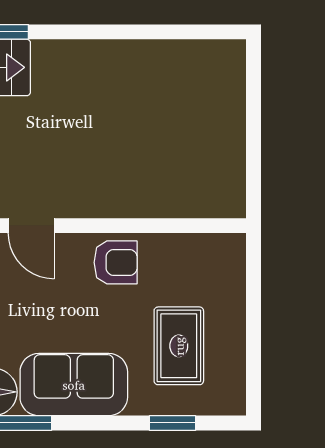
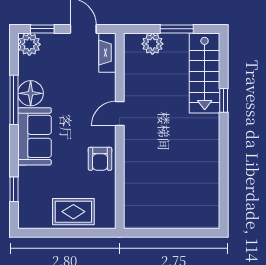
rug: (179, 346) -> (73, 212), moved

